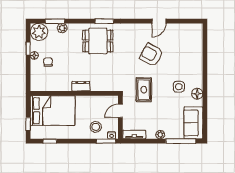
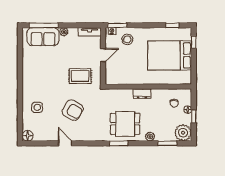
door: (159, 21) -> (65, 143), hinge flipped
plant: (62, 28) -> (150, 136), moved
dresser: (81, 86) -> (142, 94), moved
side table: (179, 87) -> (37, 107), moved
rug: (144, 90) -> (80, 76), turned 90
wall: (74, 93) -> (148, 87), moved
floor lamp: (197, 94) -> (28, 136), moved
sofa: (193, 123) -> (43, 37), moved, turned 90

